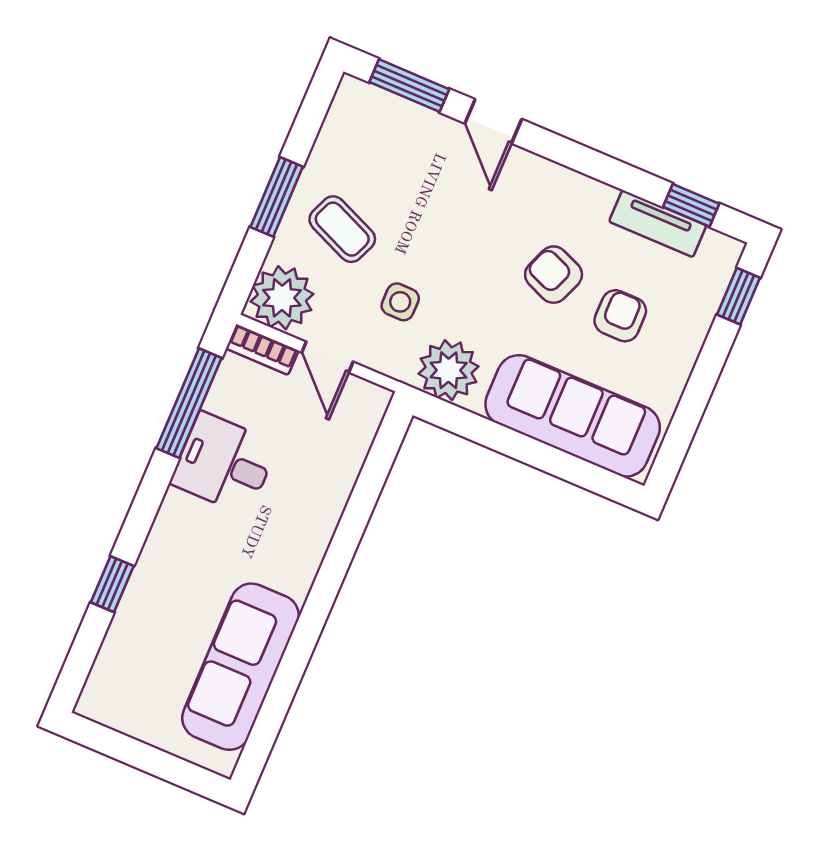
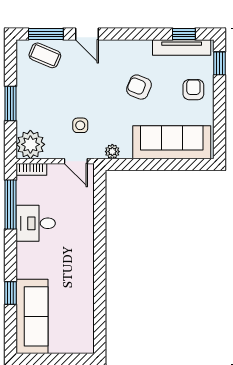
tv unit: (658, 224) -> (182, 48), width x1.41
coffee table: (342, 229) -> (45, 55), moved
armchair: (620, 316) -> (193, 90), moved
door: (327, 357) -> (76, 161), moved
plant: (449, 370) -> (112, 152), width x0.53, depth x0.53
sofa: (240, 667) -> (32, 316), moved, turned 180

